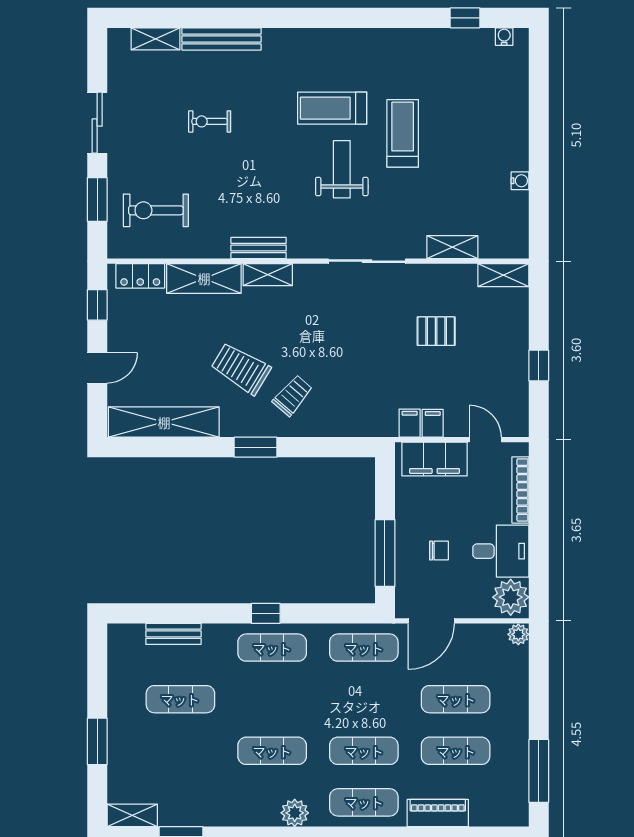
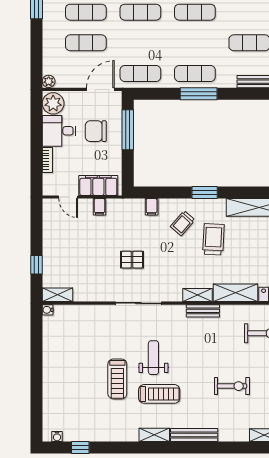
bench: (221, 39) -> (194, 435), moved
exercise bike: (210, 121) -> (232, 386), width x1.38, depth x1.39
weight bench: (342, 169) -> (153, 358), turned 180
water cooler: (520, 181) -> (48, 310), moved
shelving: (452, 247) -> (154, 435), moved
pallet: (436, 331) -> (132, 260), moved
window: (539, 366) -> (36, 265), moved
trolley: (241, 369) -> (213, 239), turned -118
filing cabinet: (410, 423) -> (152, 207), moved
bookcase: (520, 490) -> (47, 160), width x0.64
chair: (439, 551) -> (96, 131), width x1.87, depth x1.87
window: (266, 613) -> (199, 94), width x2.17

